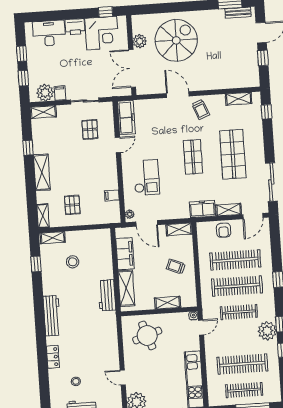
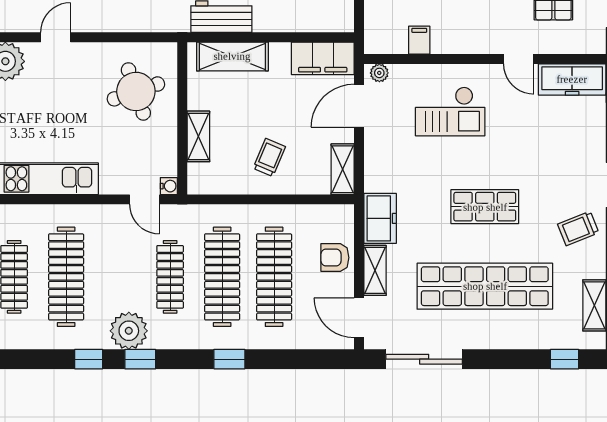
shop shelf: (233, 154) -> (485, 286), width x1.40
filing cabinet: (125, 254) -> (323, 58), moved

